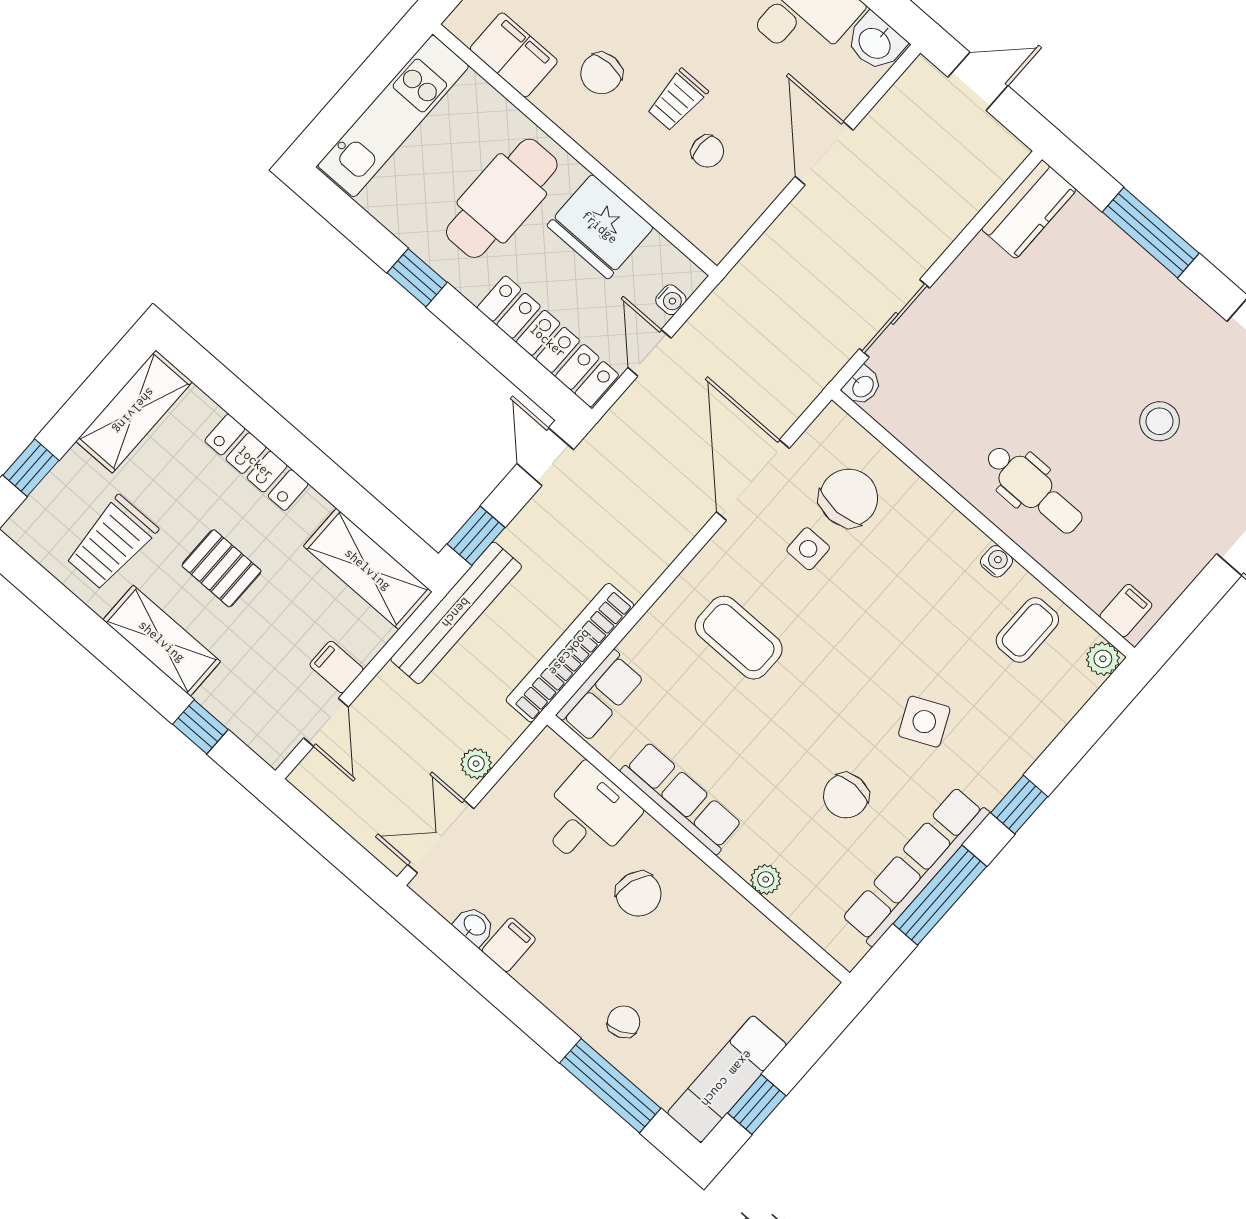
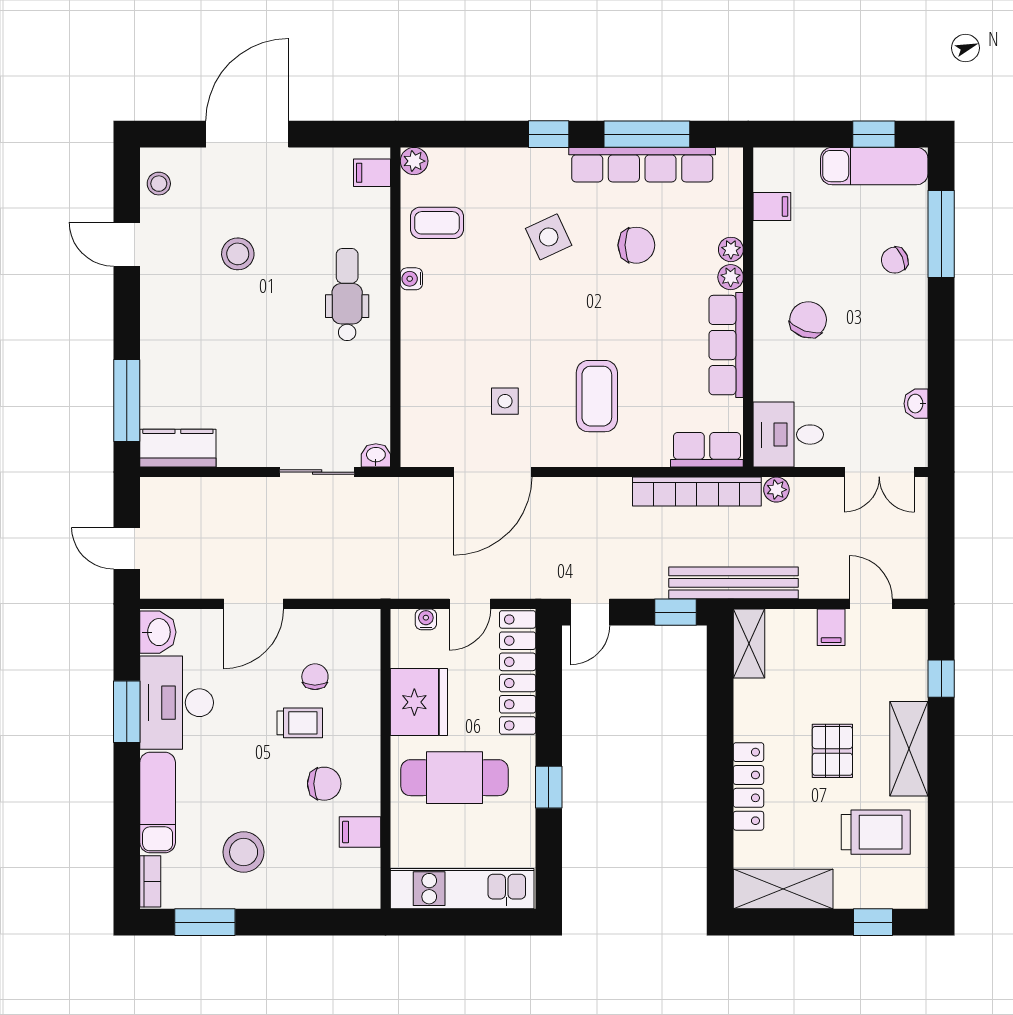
filing cabinet: (514, 55) -> (360, 832), width x0.50
window: (1151, 233) -> (127, 401), moved
chair: (849, 498) -> (452, 404), removed
shelving: (368, 569) -> (749, 643), width x0.67, depth x0.75
door: (326, 722) -> (871, 604), hinge flipped
plant: (476, 764) -> (776, 490), moved
desk: (587, 817) -> (788, 435), moved
plant: (740, 857) -> (731, 277), added
filing cabinet: (509, 945) -> (772, 206), moved, turned 180

